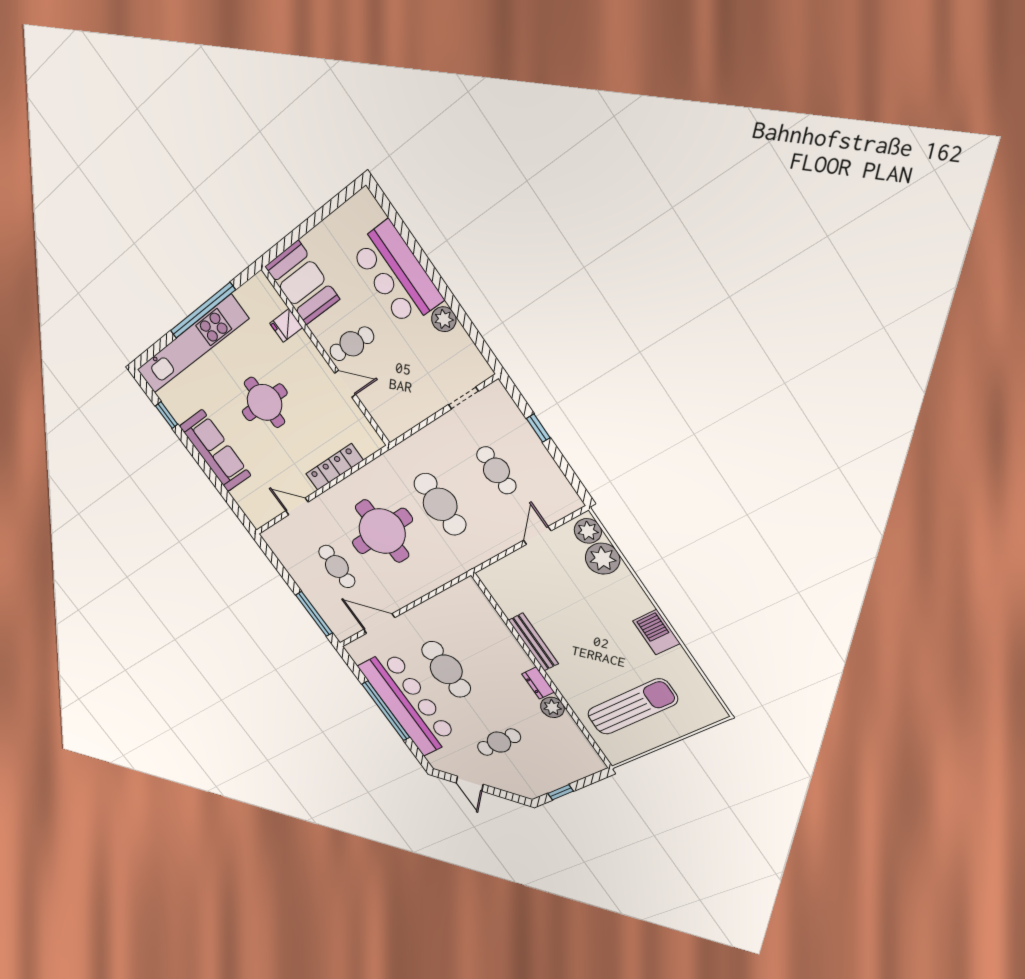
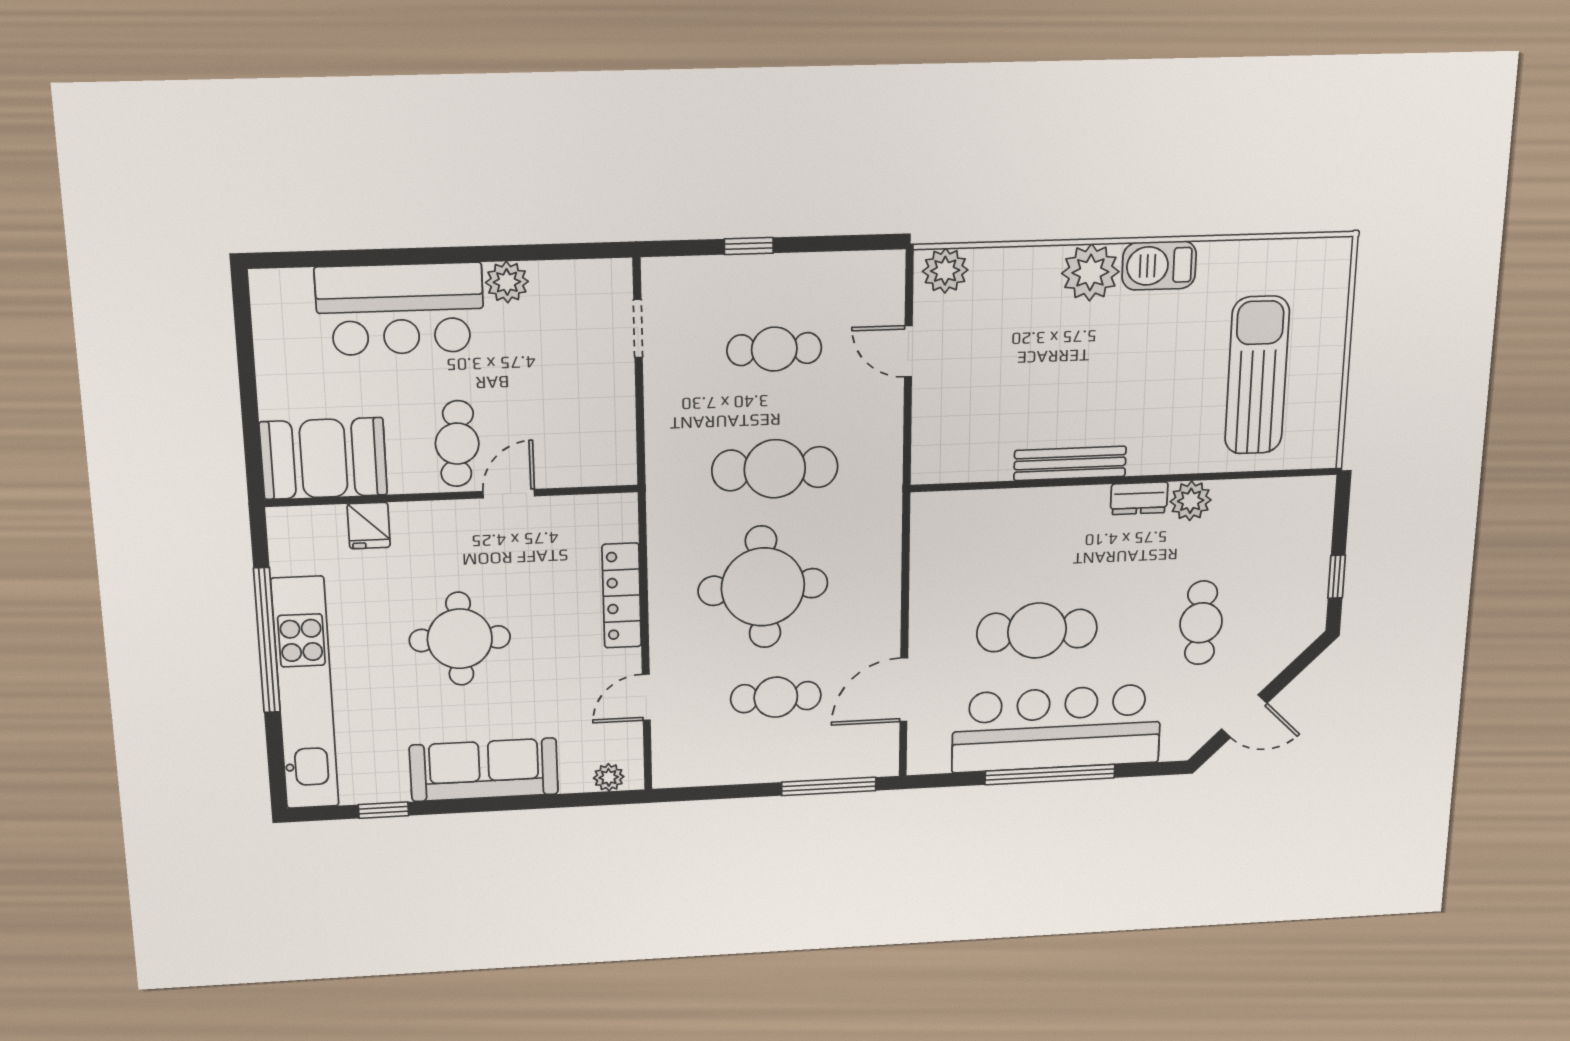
plant: (251, 511) -> (609, 777), added
plant: (603, 559) -> (1090, 272), moved

